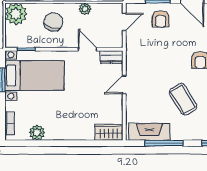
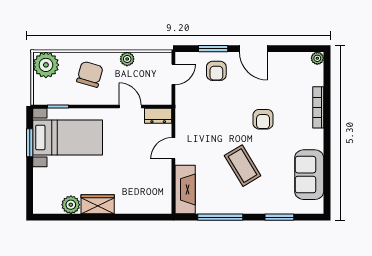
bookcase: (10, 123) -> (38, 194), removed
wardrobe: (109, 132) -> (98, 204), moved
fireplace: (149, 132) -> (185, 189), moved, turned 90

